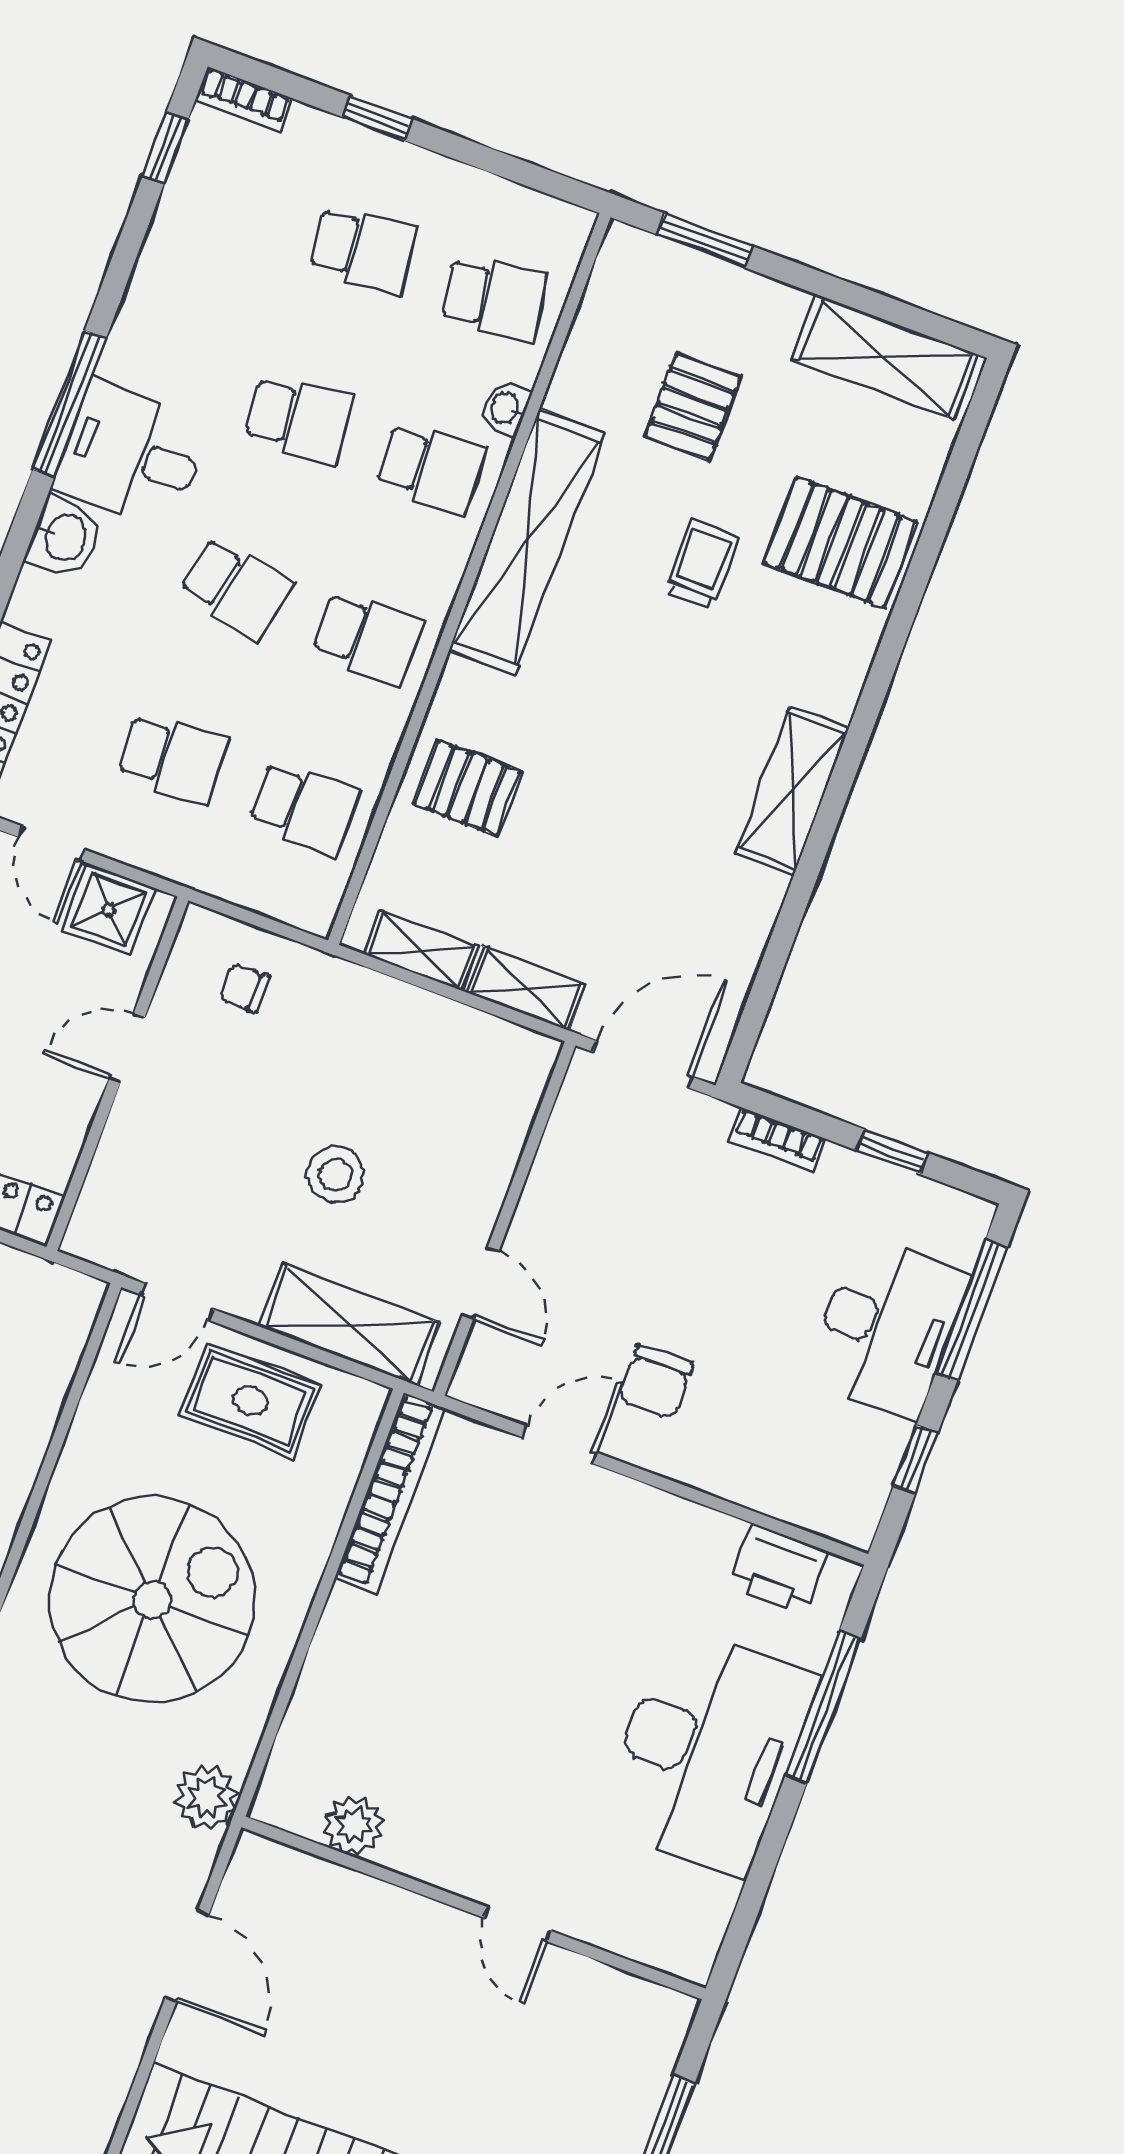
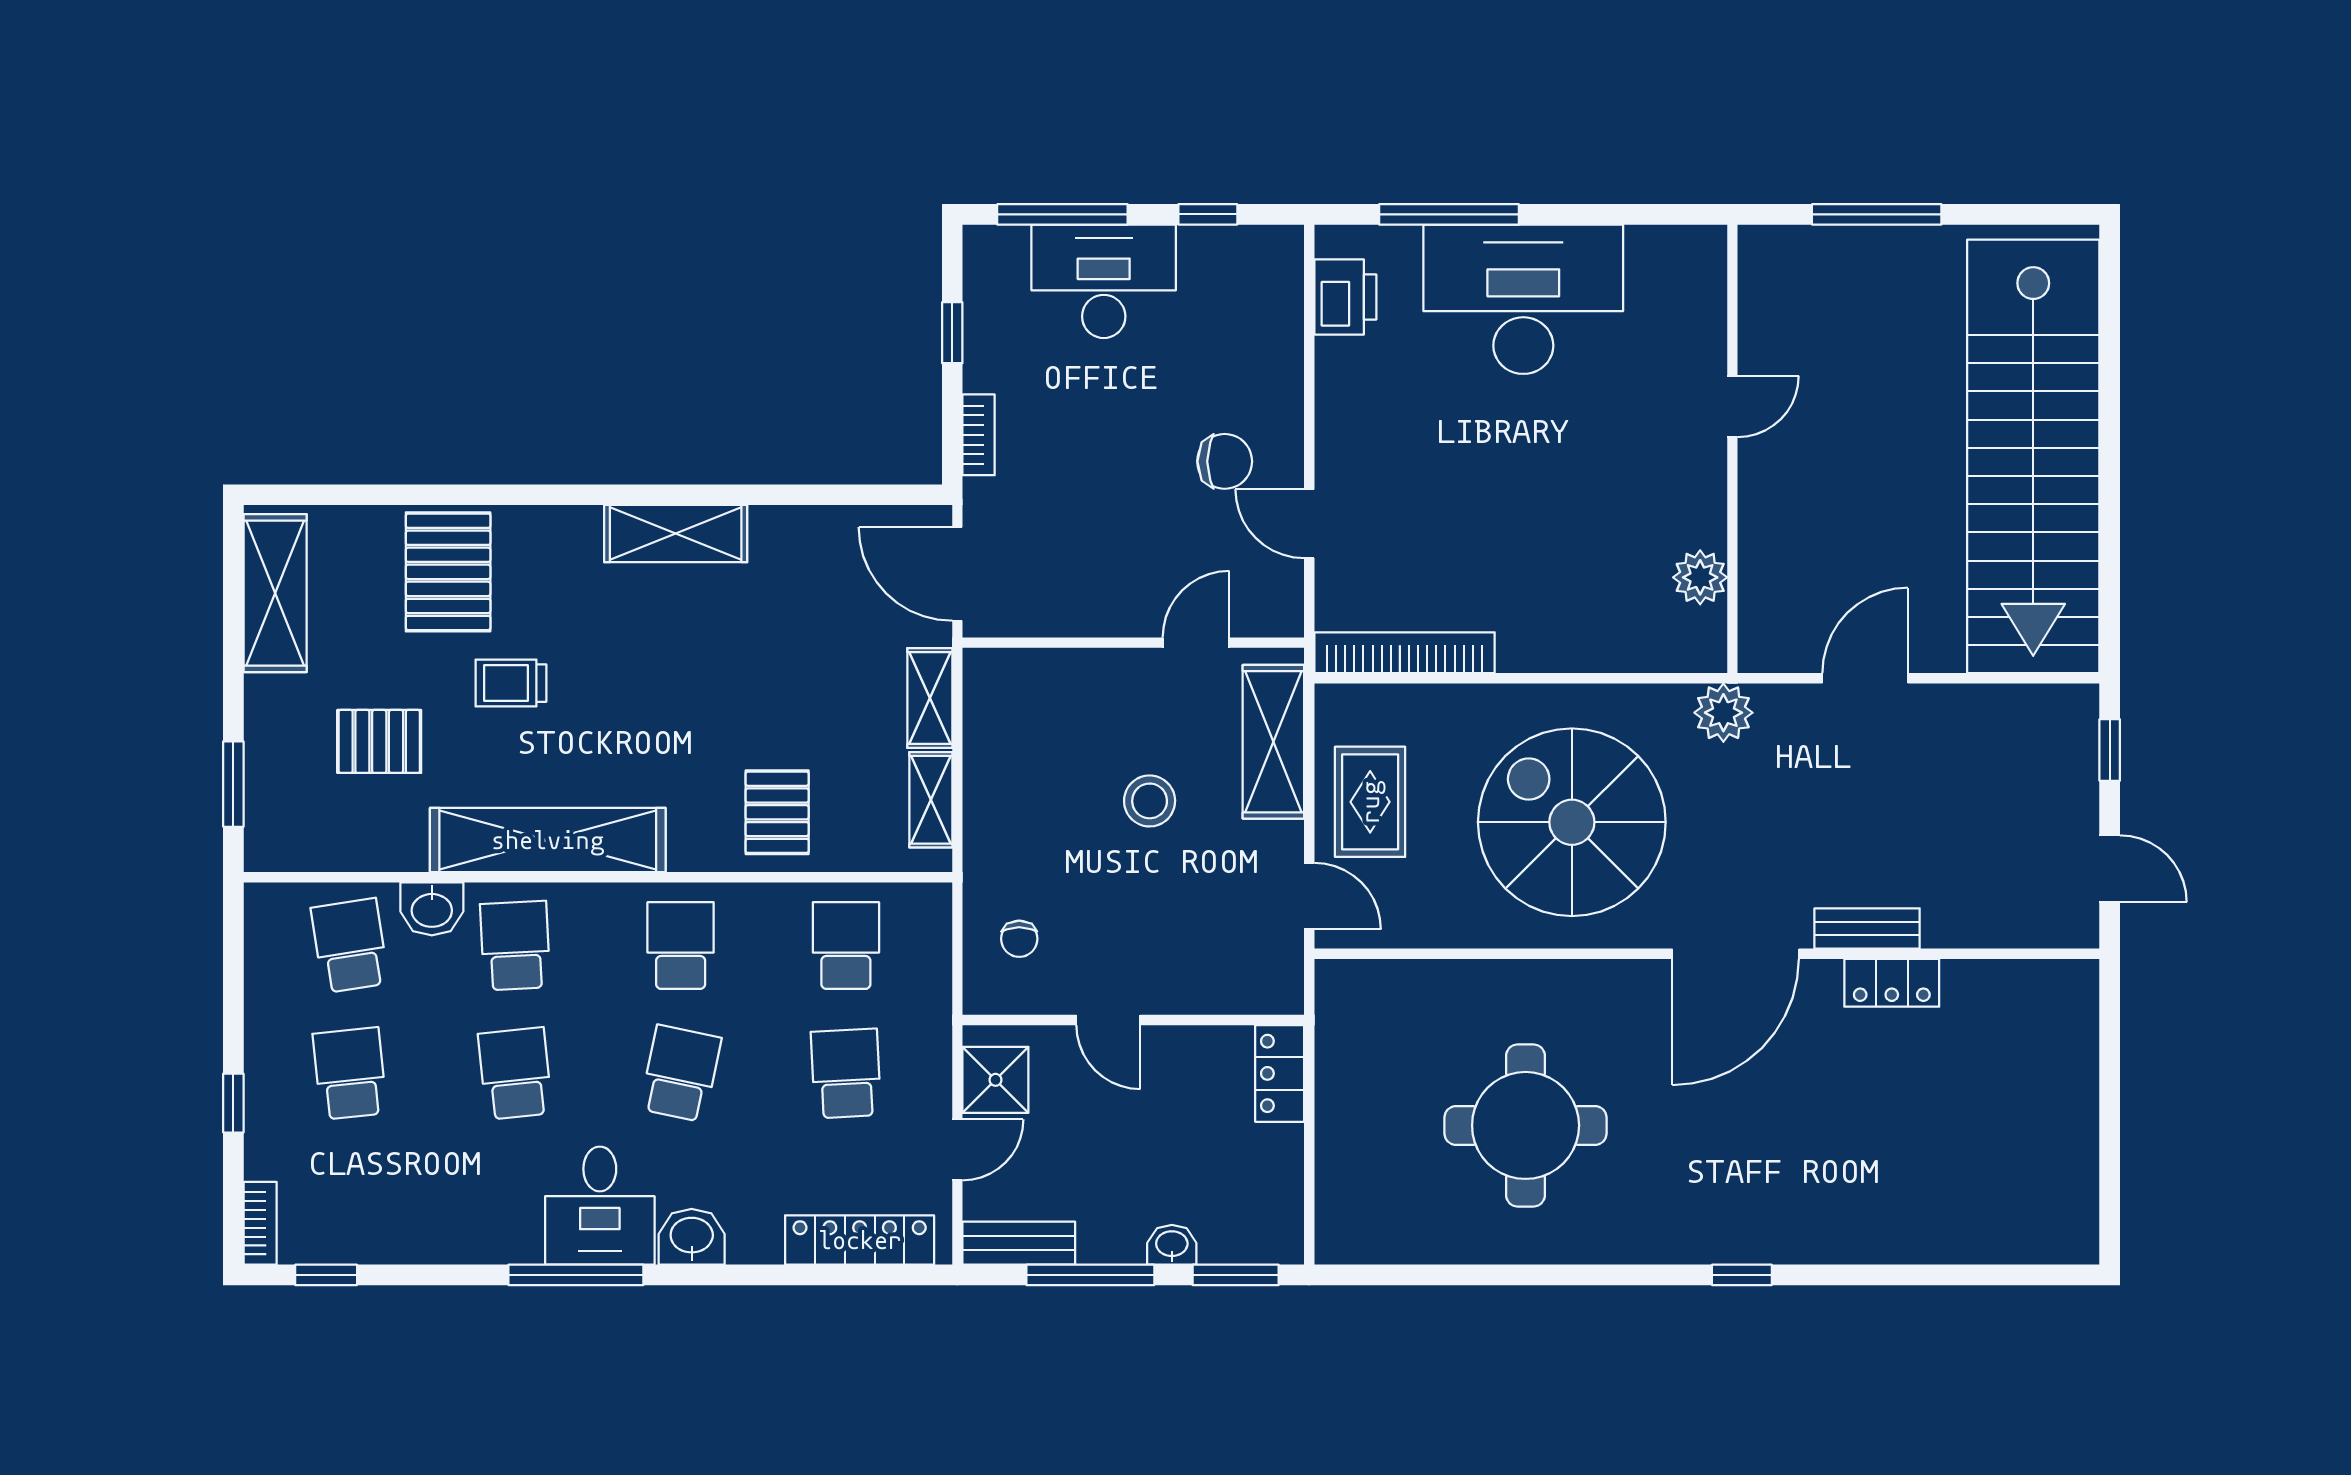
washbasin: (506, 408) -> (432, 909), width x1.38, depth x1.45

